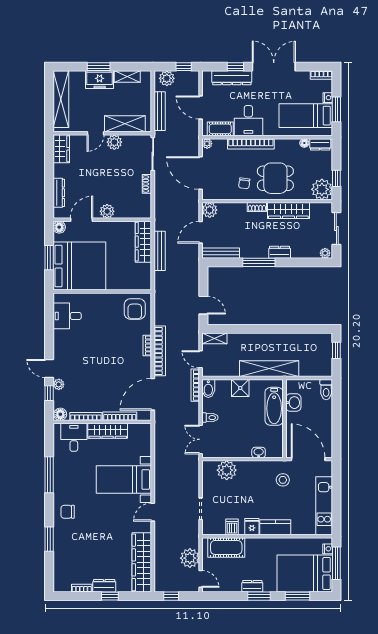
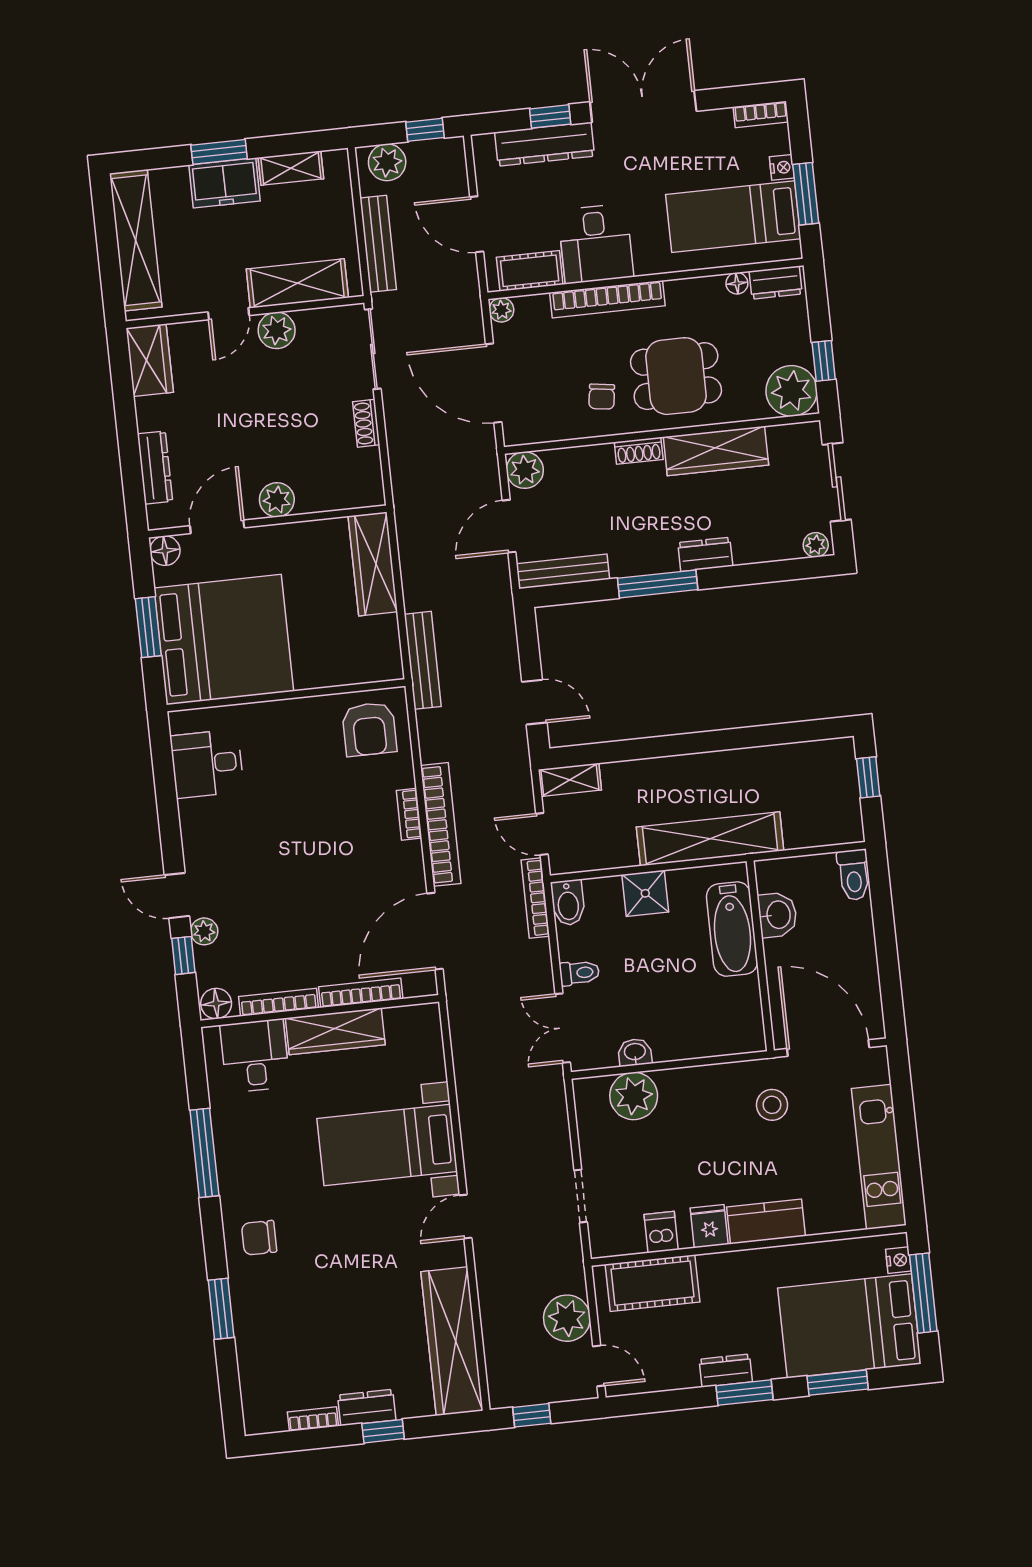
bench: (160, 251) -> (423, 660), moved
washbasin: (259, 452) -> (635, 1052), moved

